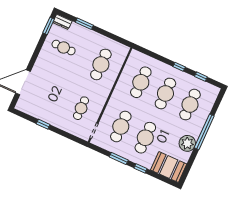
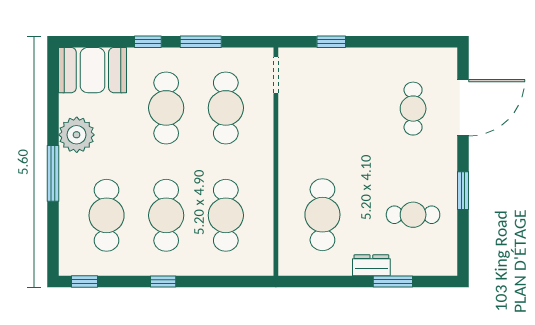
dresser: (62, 22) -> (371, 265), moved
window: (49, 26) -> (463, 191), moved
window: (201, 77) -> (85, 281), moved
cafe table: (81, 108) -> (413, 109), moved
window: (43, 124) -> (331, 42), moved
window: (204, 132) -> (53, 173), width x0.68

